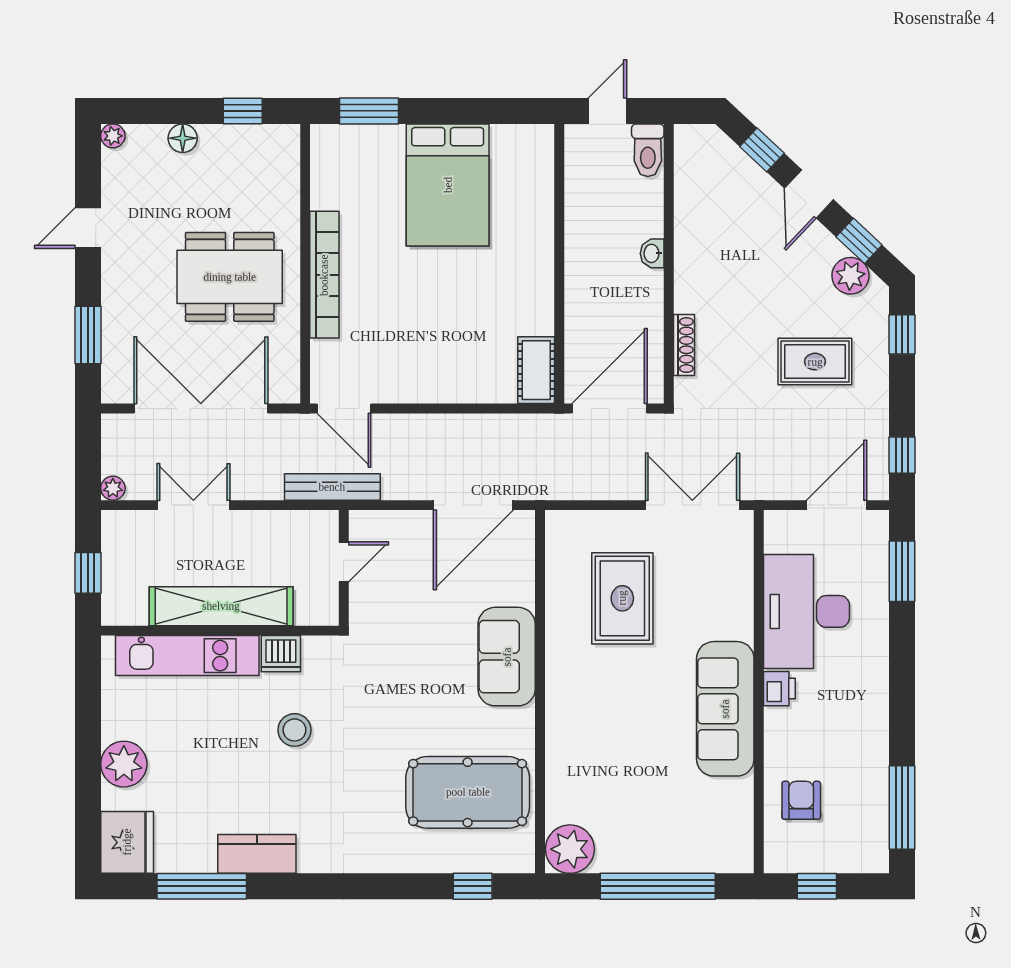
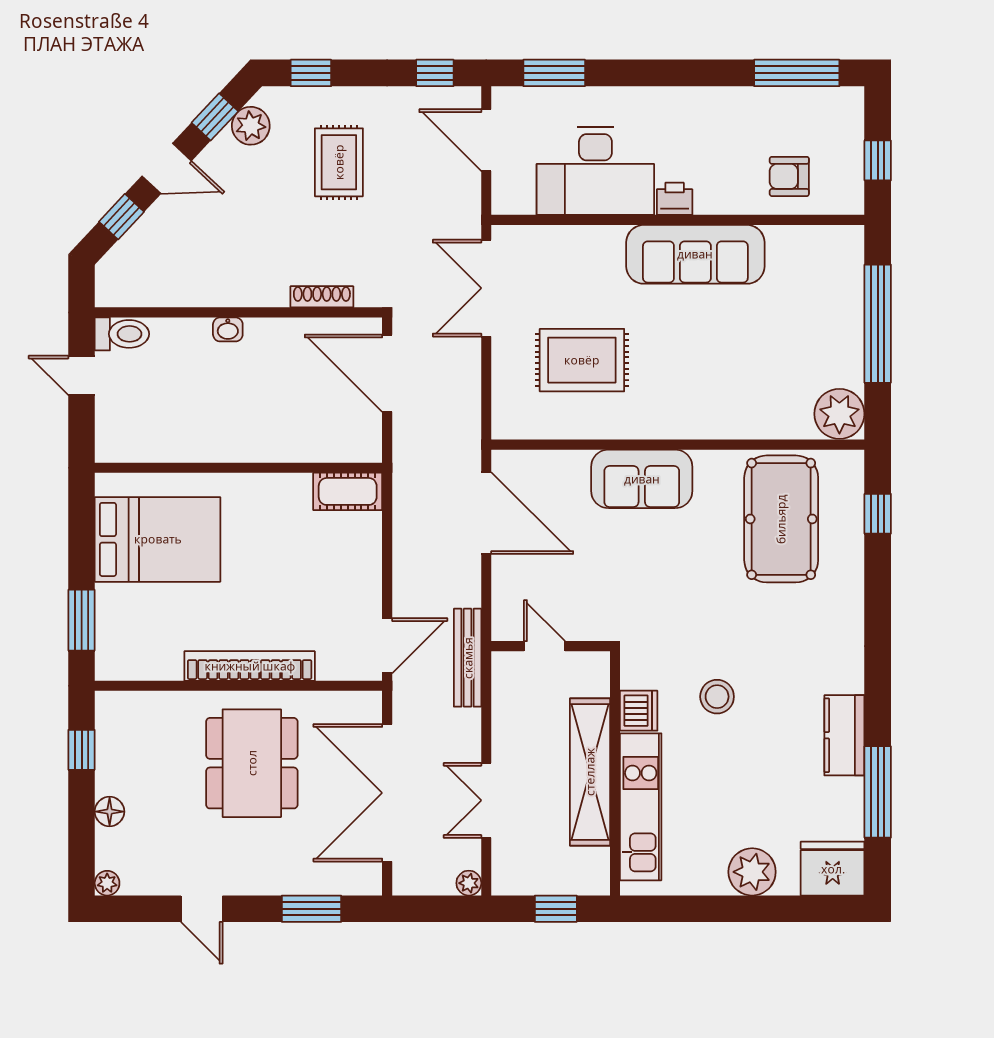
wall: (559, 264) -> (238, 468), moved
cot: (536, 370) -> (348, 491), moved

